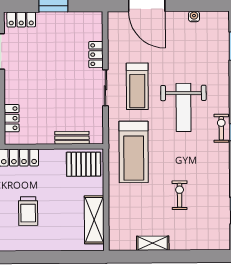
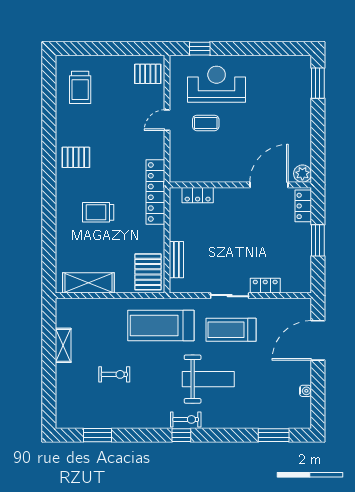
weight bench: (183, 107) -> (208, 379), turned 180

